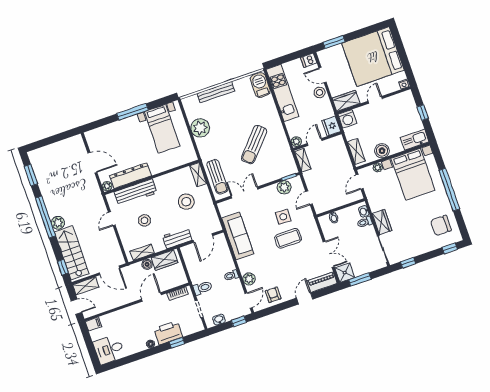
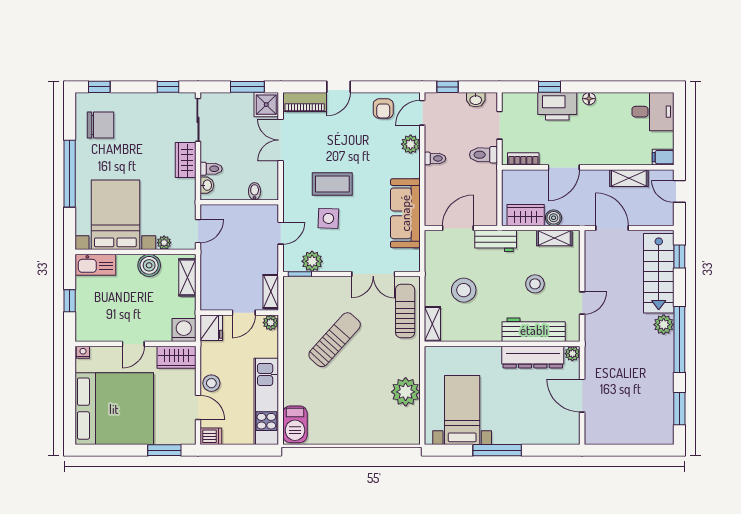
bench: (216, 92) -> (364, 437), removed
shelving: (86, 286) -> (629, 178), moved

